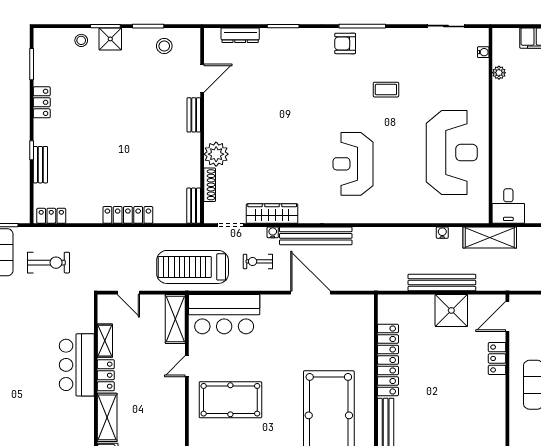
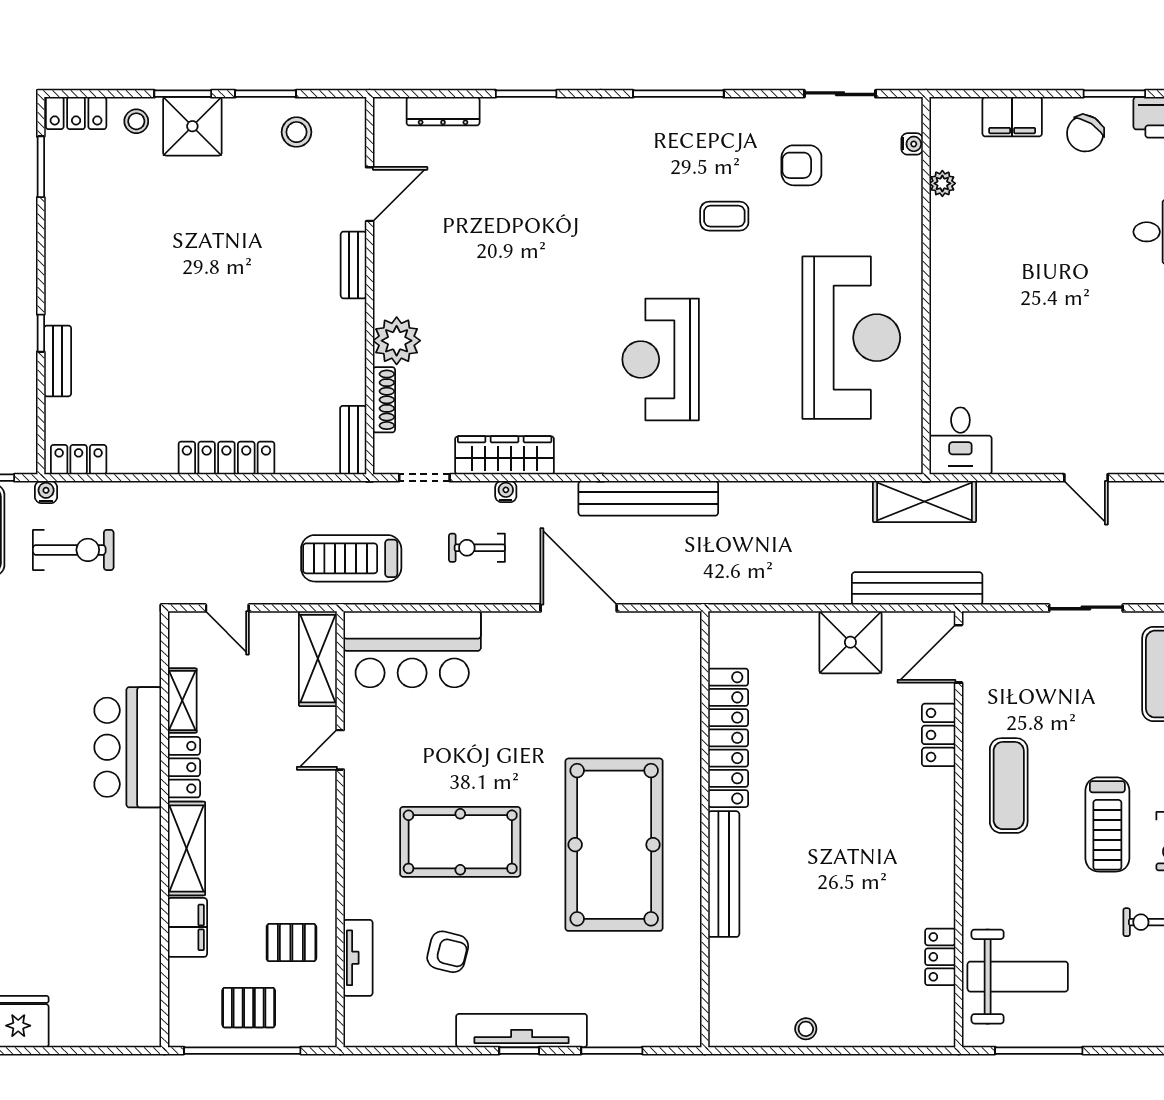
shower: (110, 39) -> (192, 126), width x1.36, depth x1.36
armchair: (345, 43) -> (801, 165), moved
locker: (42, 102) -> (76, 113), moved, turned 90
water cooler: (442, 233) -> (46, 492), moved
bench: (316, 236) -> (648, 498), moved
treadmill: (193, 267) -> (351, 558), width x0.73, depth x0.73
bench: (442, 283) -> (917, 588), moved
pool table: (230, 400) -> (460, 842), moved

